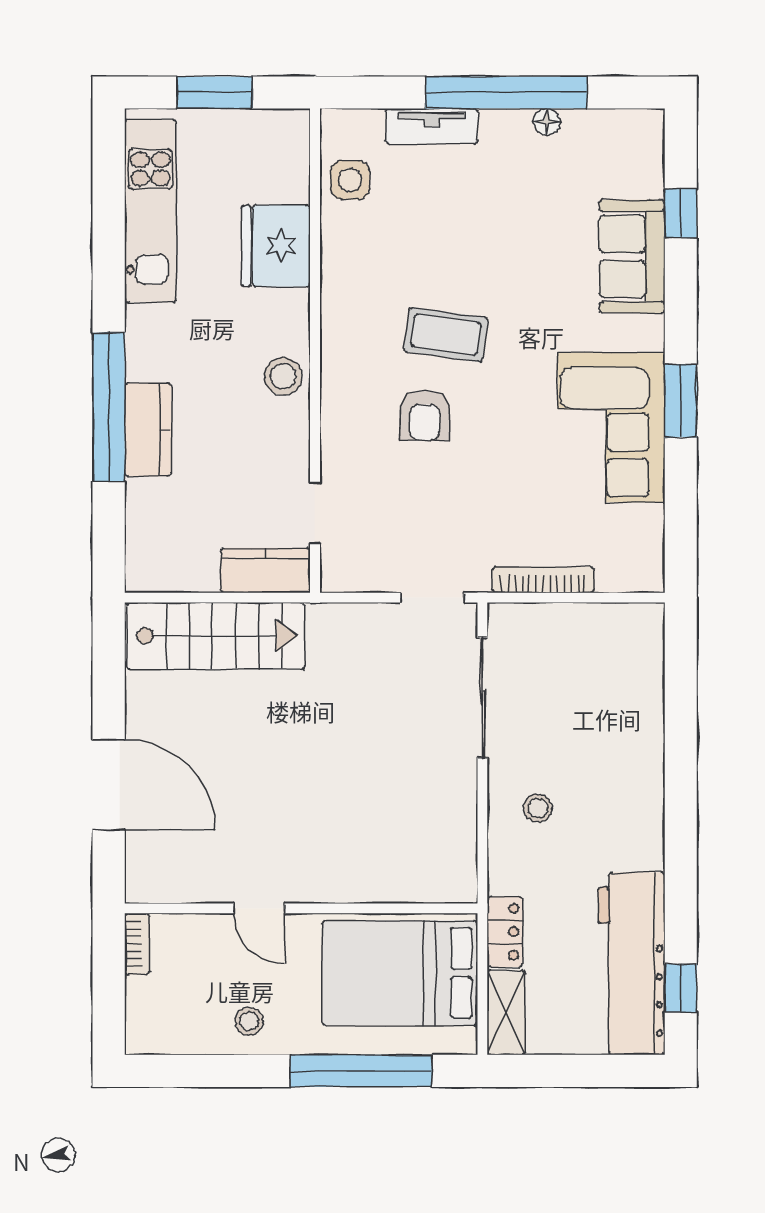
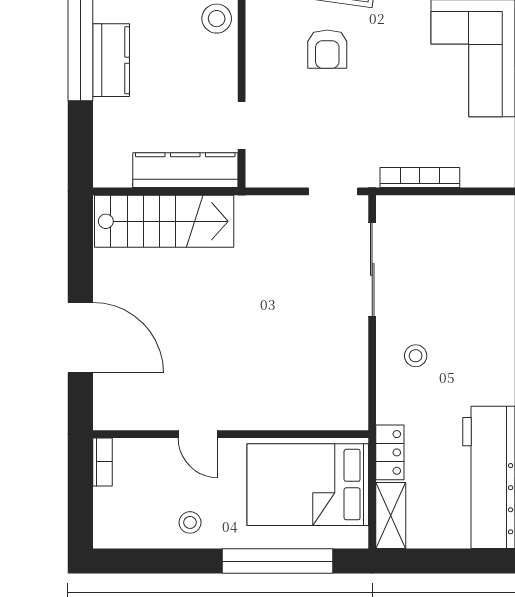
kitchen counter: (265, 570) -> (185, 170), width x1.50

